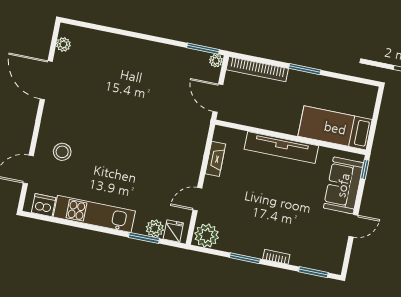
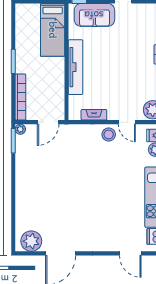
plant: (63, 44) -> (31, 241), width x1.87, depth x1.87
stool: (62, 152) -> (109, 134), moved

